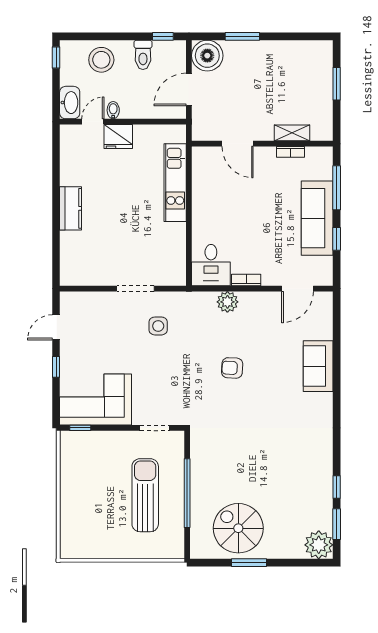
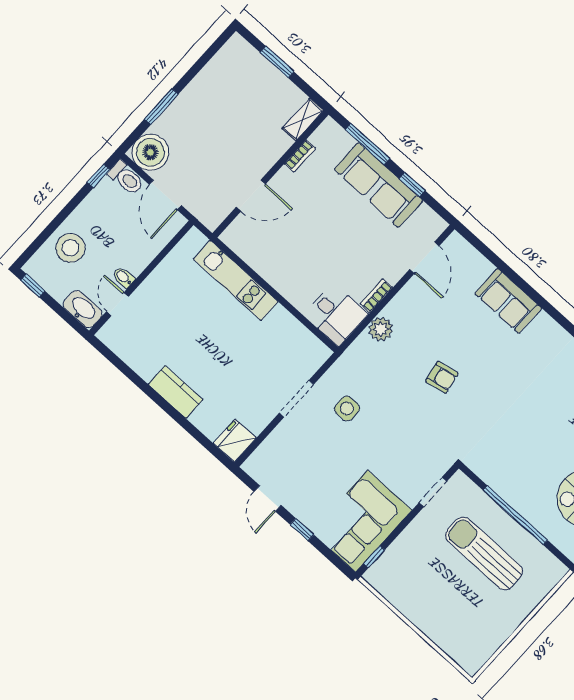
toilet: (143, 55) -> (126, 178), moved
shelving: (292, 133) -> (303, 119), moved
fridge: (118, 137) -> (235, 441), moved, turned 180
armchair: (232, 368) -> (442, 377), turned -104

